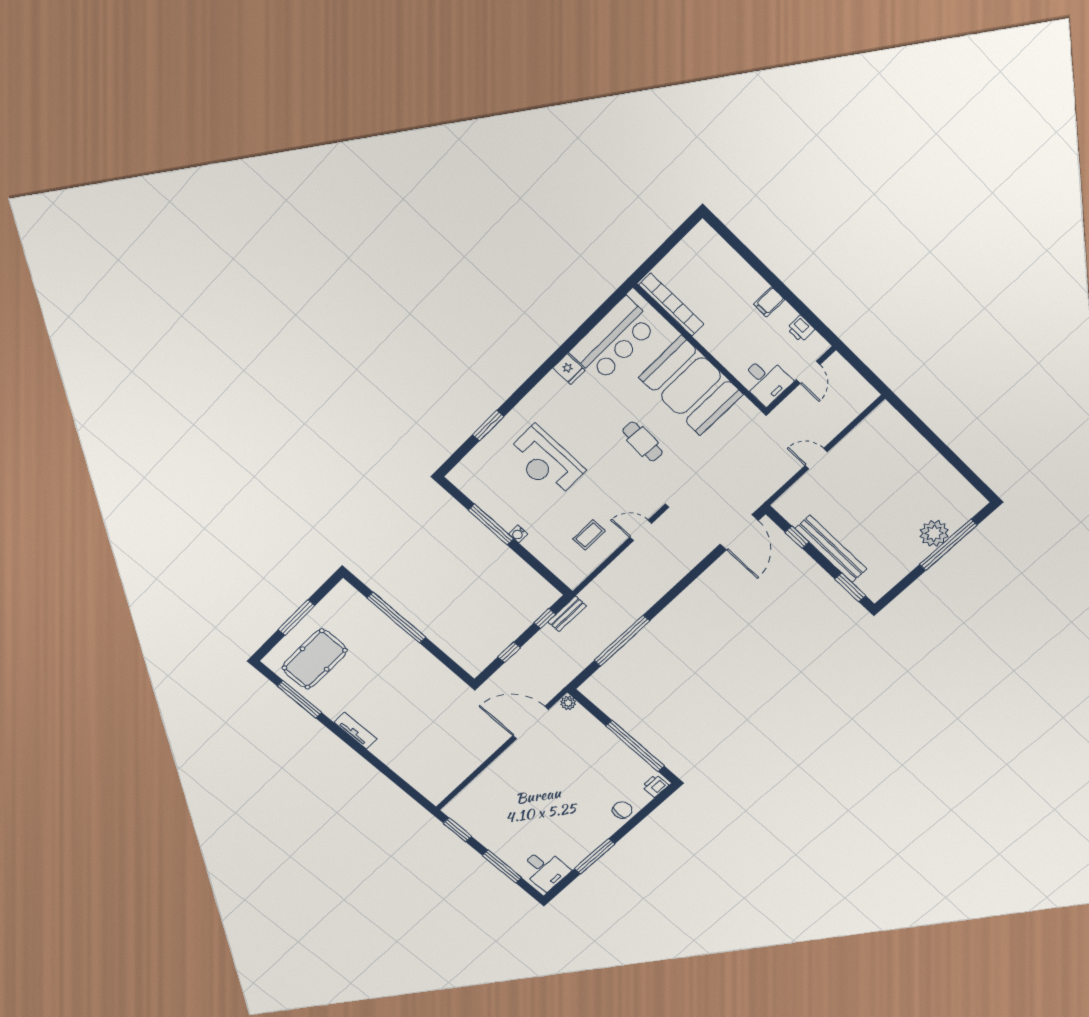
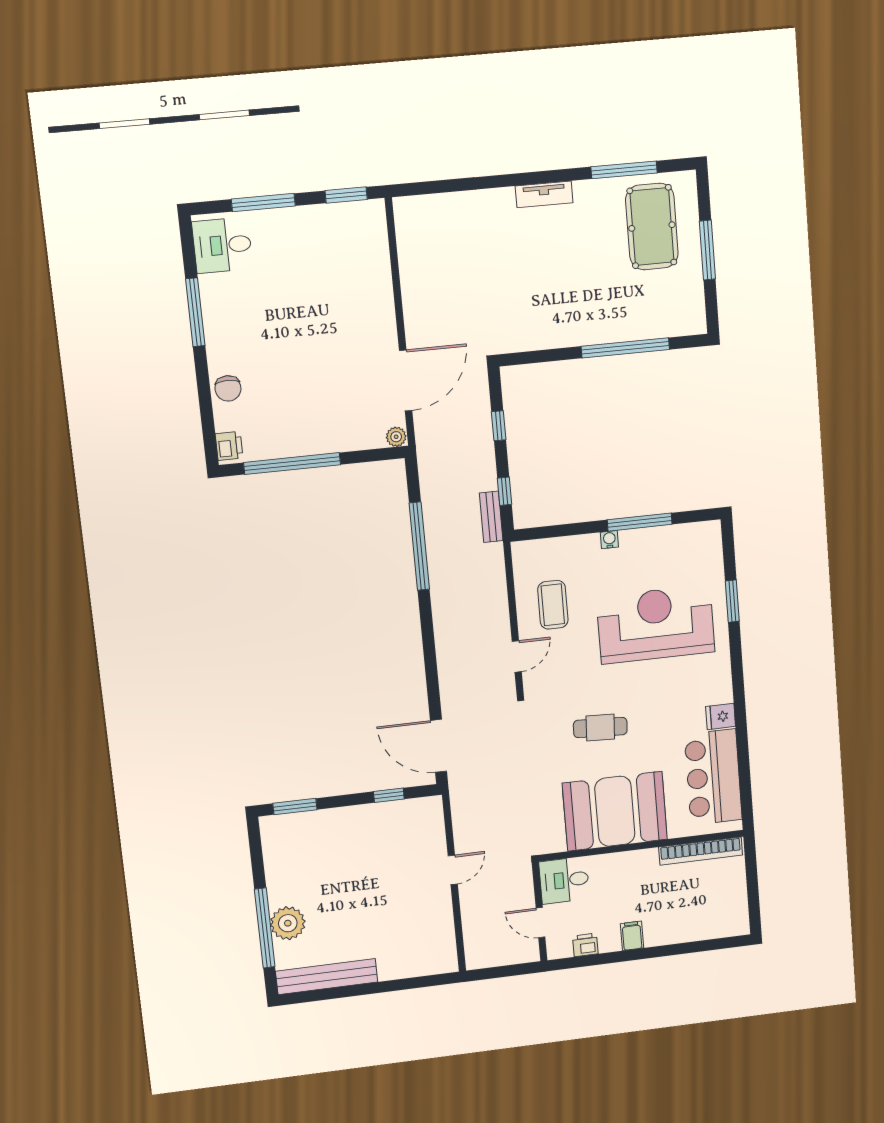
reception desk: (546, 462) -> (656, 624), width x1.36, depth x1.30
coffee table: (589, 535) -> (553, 605), width x1.36, depth x1.30
bench: (831, 549) -> (327, 977), moved

